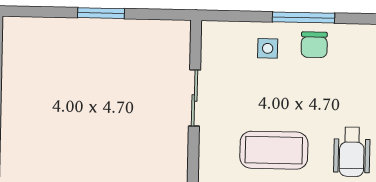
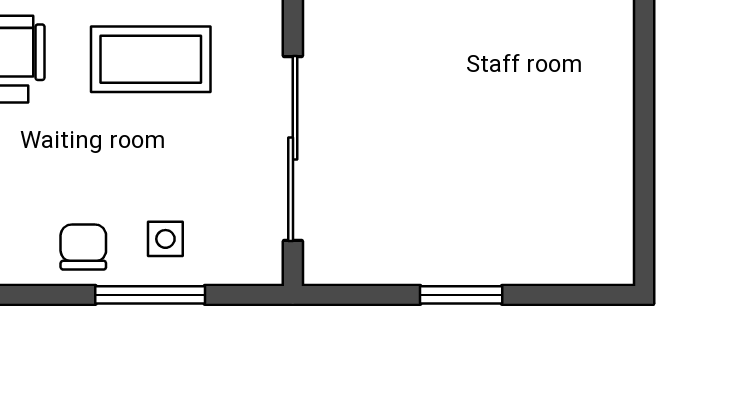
window: (303, 17) -> (150, 295), moved
sliding door: (195, 98) -> (293, 149), width x1.86

